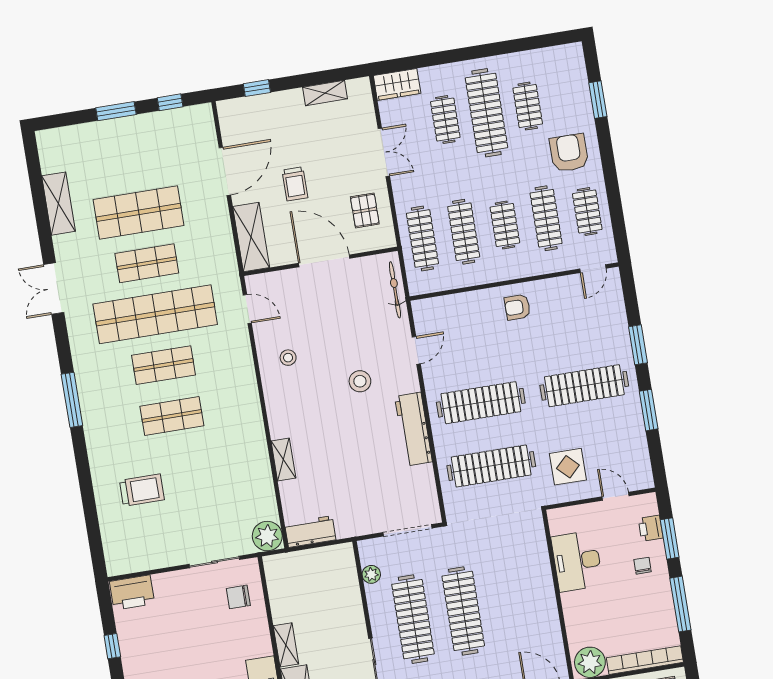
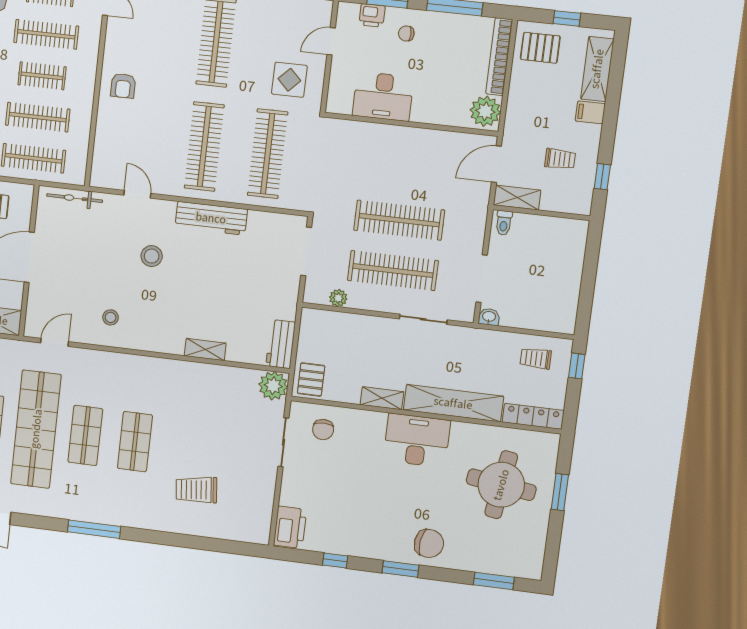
trolley: (142, 490) -> (196, 490), turned -96
pallet: (284, 571) -> (311, 379), added

